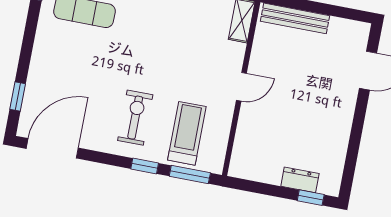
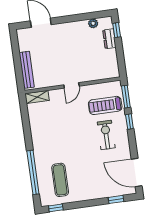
door: (241, 87) -> (71, 85), swing flipped
exercise bike: (135, 118) -> (106, 135), turned 90
plant: (336, 161) -> (93, 23), added

